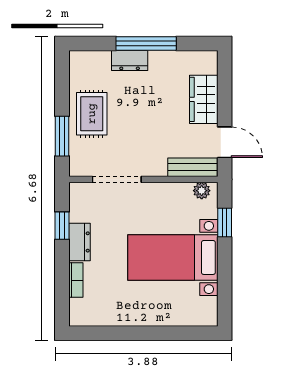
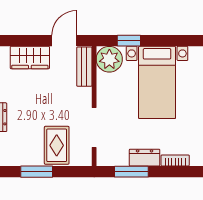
rug: (92, 114) -> (57, 145), moved, turned 90
window: (62, 136) -> (37, 172), moved
plant: (202, 191) -> (109, 59), width x1.87, depth x1.87
window: (62, 226) -> (131, 172), width x1.50

